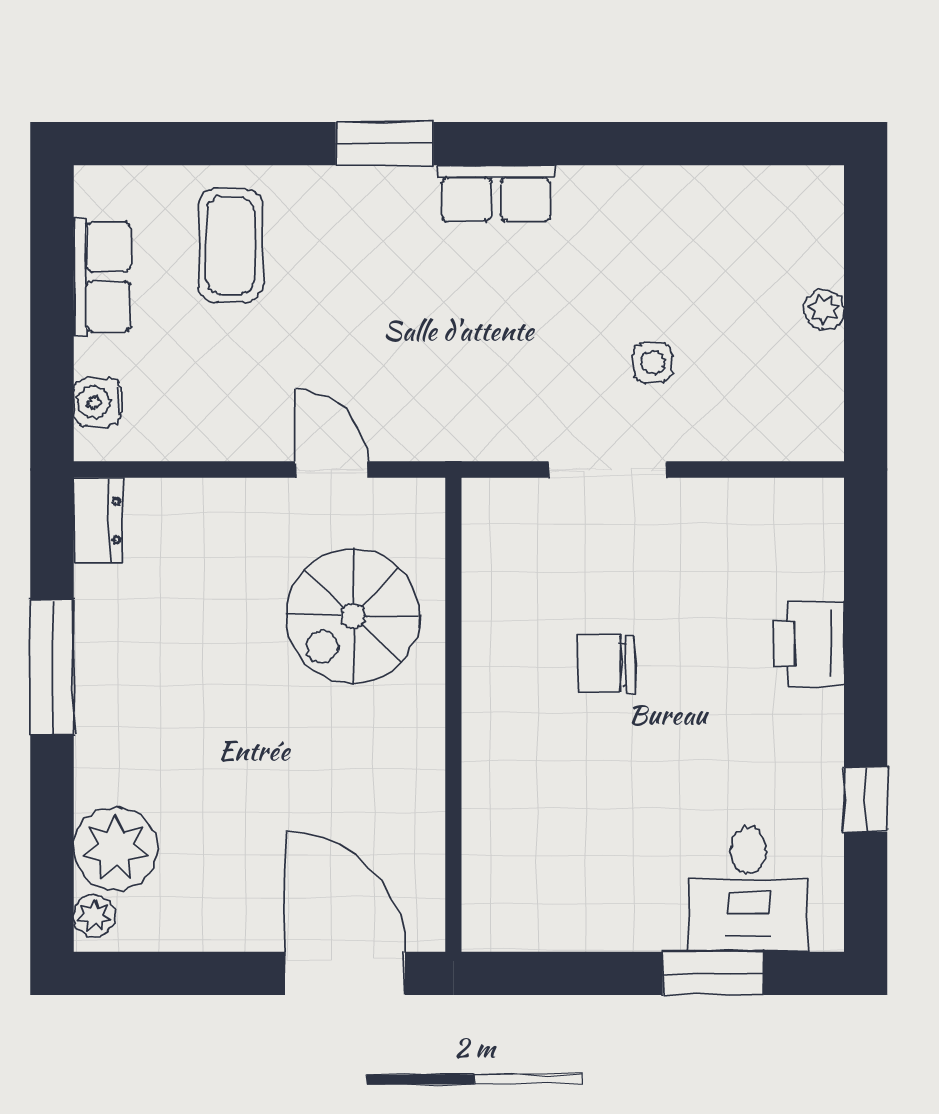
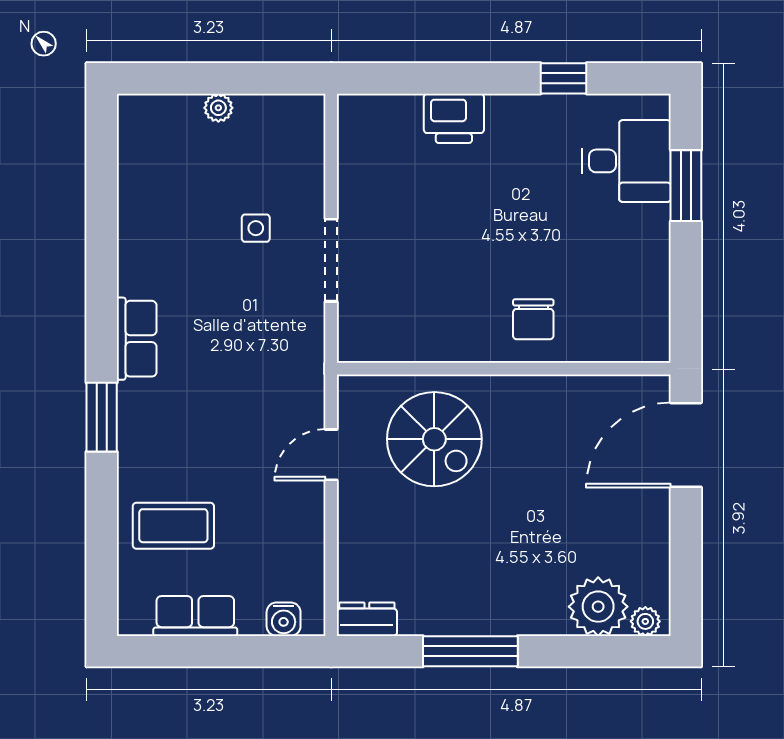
chair: (606, 664) -> (533, 319), moved

